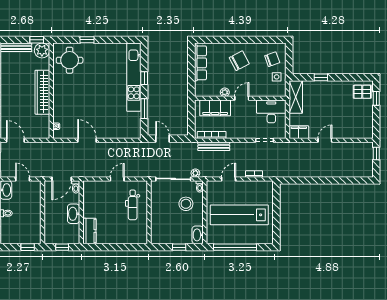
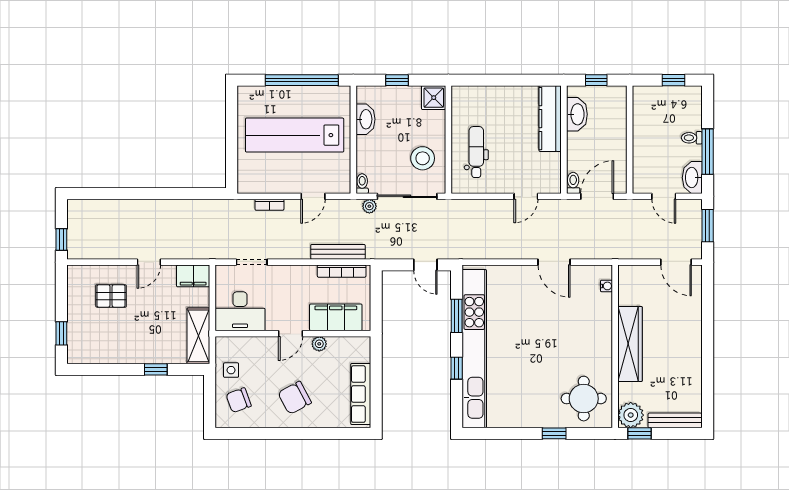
kitchen unit: (134, 77) -> (474, 349), width x1.36
pallet: (362, 92) -> (111, 296), moved
door: (117, 179) -> (526, 196), moved
stool: (186, 204) -> (423, 158), moved
washbasin: (74, 214) -> (577, 114), moved
lab bench: (239, 215) -> (295, 135), turned 180
kitchen counter: (89, 231) -> (550, 119), width x1.50
washbasin: (198, 235) -> (365, 119), moved
shower: (158, 237) -> (434, 98), added
window: (28, 247) -> (674, 80), moved

